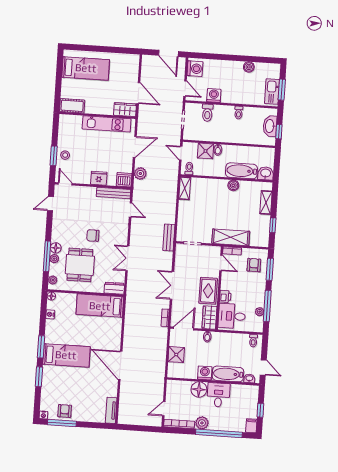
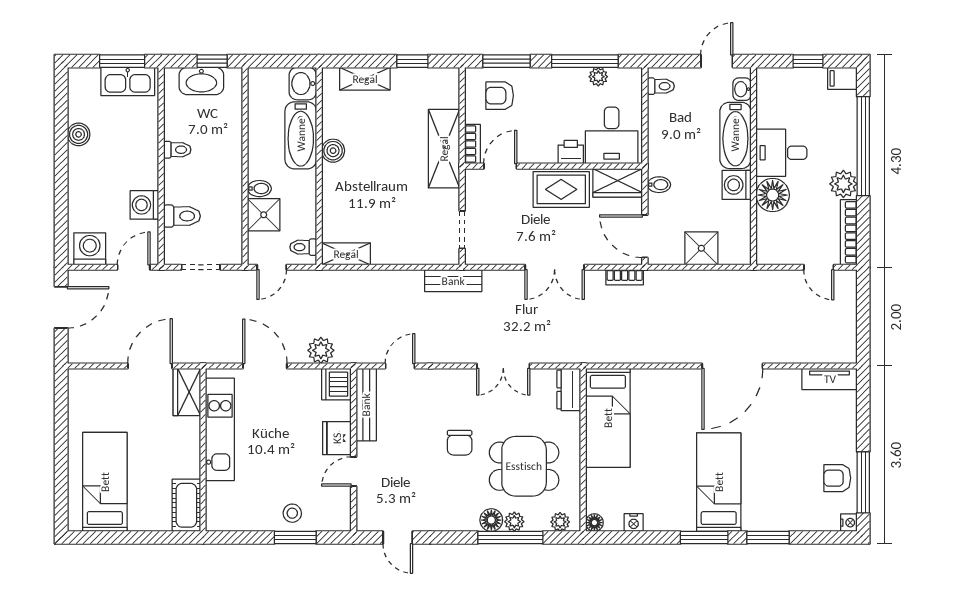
door: (65, 184) -> (354, 472), moved

